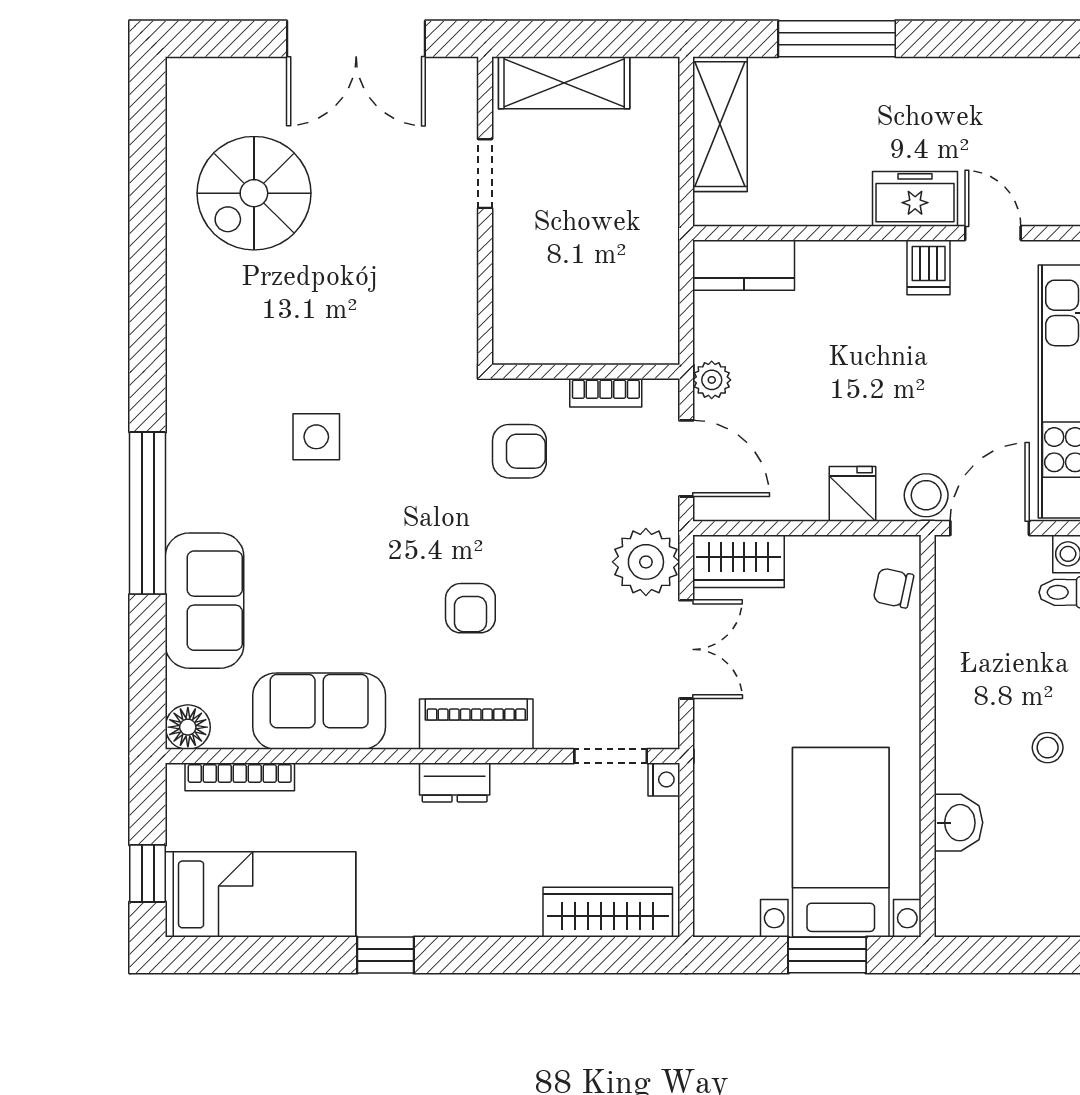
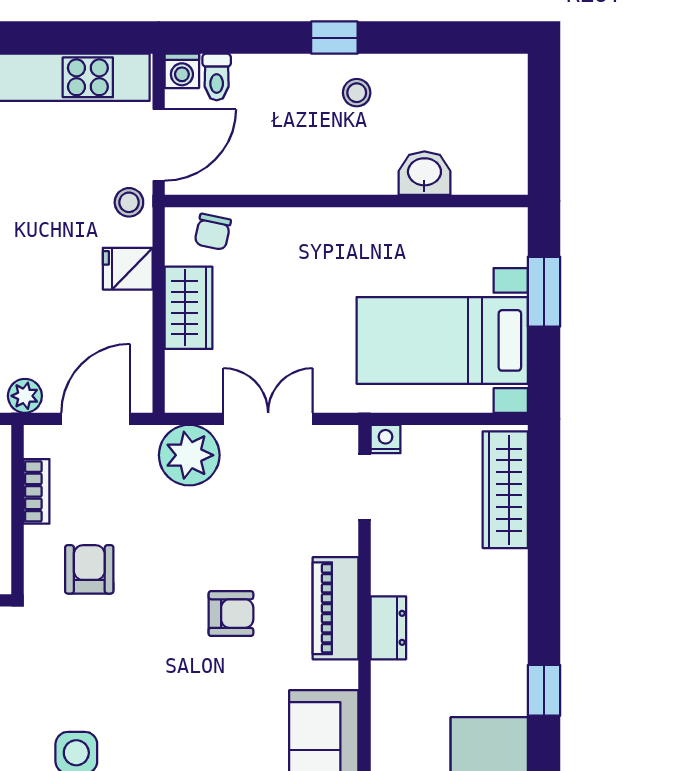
stool: (926, 495) -> (129, 202), width x0.73, depth x0.73
door: (990, 528) -> (159, 145), swing flipped
wardrobe: (739, 561) -> (189, 308), moved
bed with nightstands: (841, 842) -> (442, 340), moved

